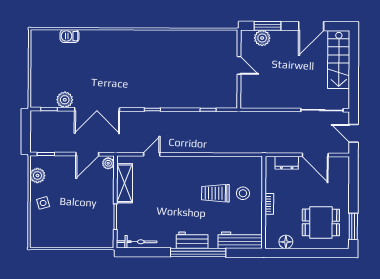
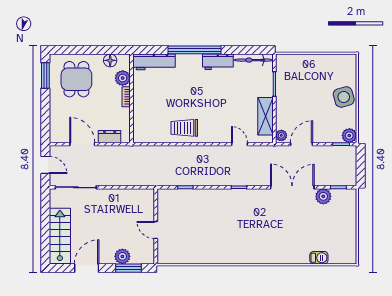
plant: (262, 38) -> (122, 256), moved
door: (152, 154) -> (239, 144), swing flipped
plant: (37, 175) -> (349, 136), moved
trolley: (215, 193) -> (184, 128), moved, turned 180
stool: (243, 193) -> (152, 107), removed
side table: (43, 203) -> (344, 97), width x1.87, depth x1.87
dining table: (321, 222) -> (76, 79), turned 90
plant: (273, 223) -> (123, 78), added
workbench: (192, 240) -> (218, 62), moved

